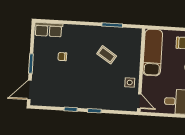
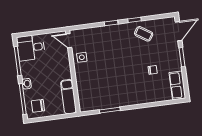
row of seats: (49, 30) -> (177, 85), moved, turned -90
exam couch: (153, 53) -> (68, 97), width x0.73, depth x0.69
coffee table: (107, 55) -> (144, 34), moved

